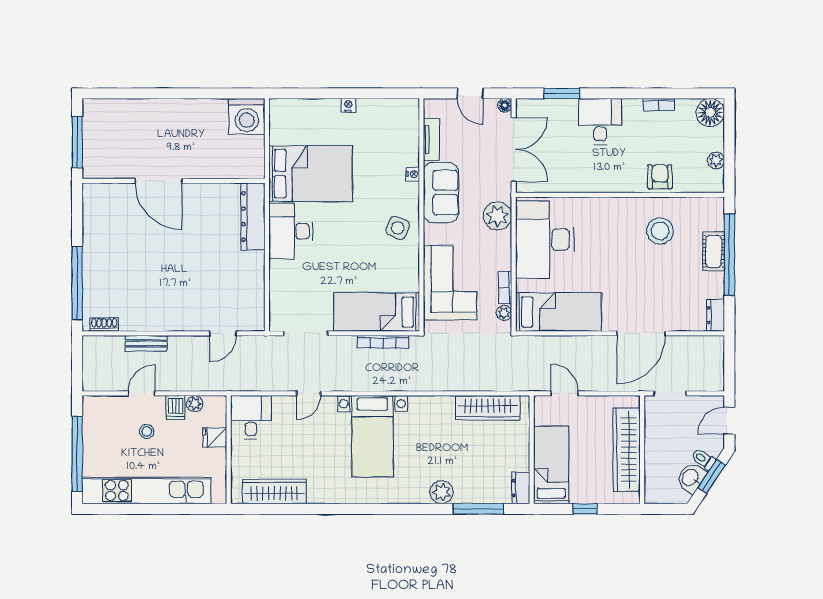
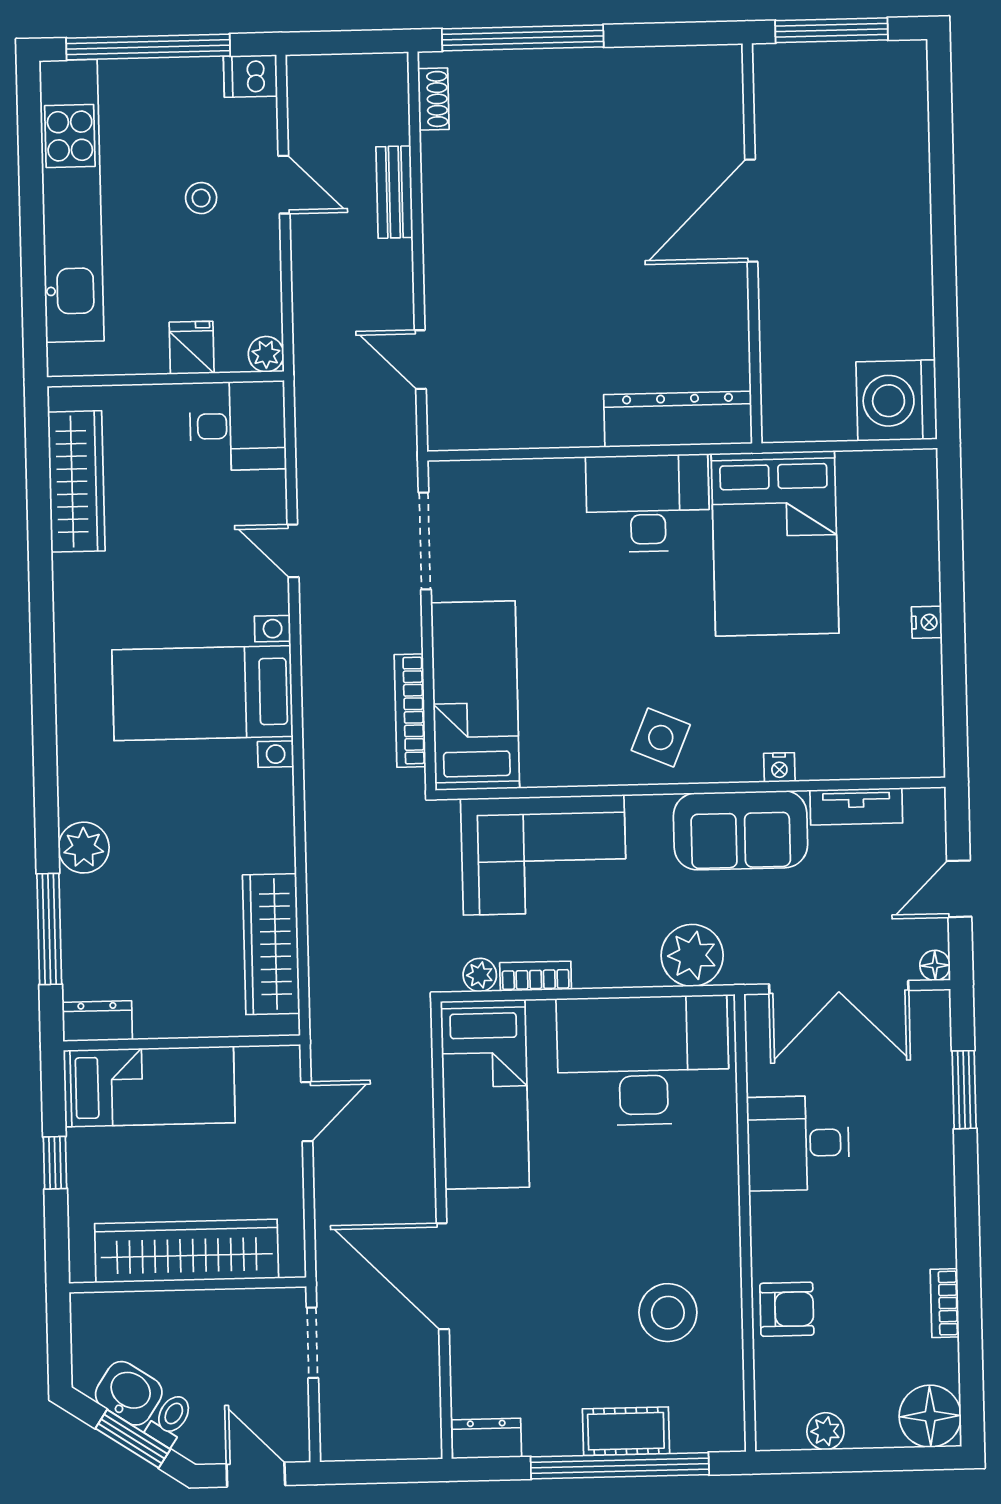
desk: (600, 122) -> (798, 1143), moved, turned 180
plant: (195, 404) -> (266, 354), moved
dishwasher: (176, 408) -> (250, 76), moved

